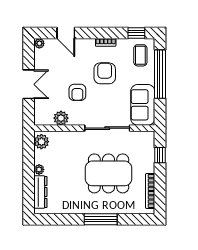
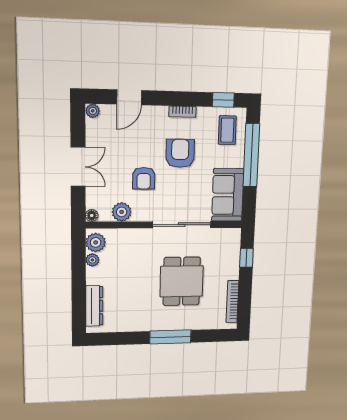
door: (66, 33) -> (129, 97), hinge flipped
floor lamp: (39, 121) -> (92, 215), added
plant: (39, 169) -> (92, 260), moved
dining table: (109, 173) -> (182, 281), width x0.73

